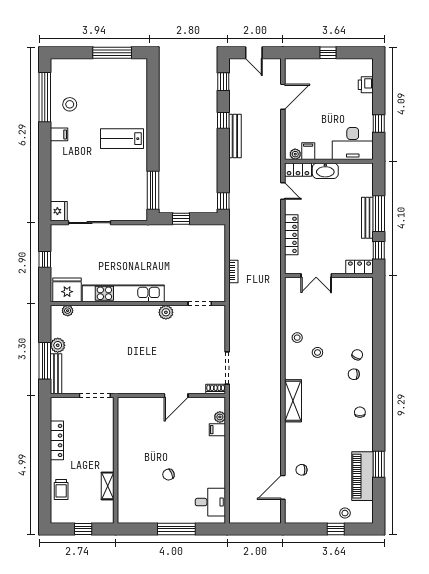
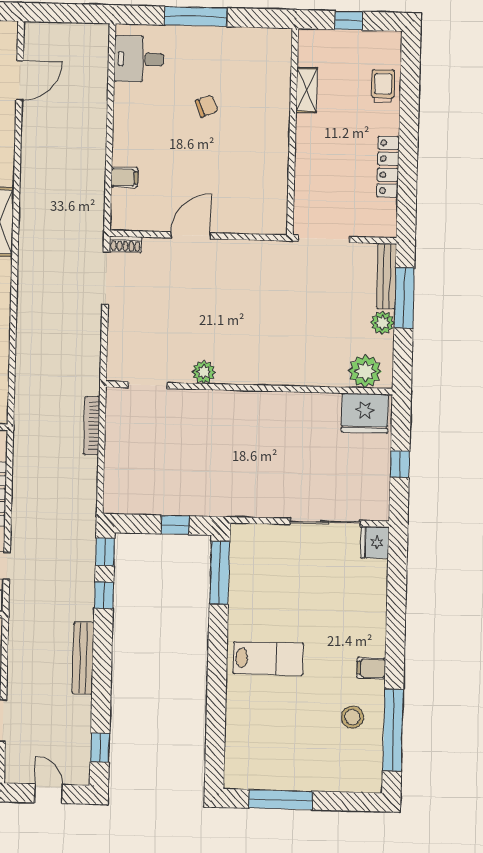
window: (223, 120) -> (104, 595), moved
bookcase: (233, 271) -> (92, 426), width x1.56
kitchen unit: (123, 293) -> (273, 405), removed
plant: (68, 311) -> (365, 371), width x1.88, depth x1.88
plant: (220, 417) -> (120, 198), removed

